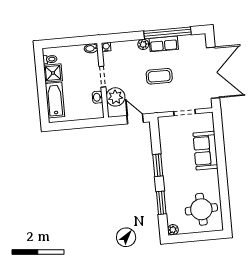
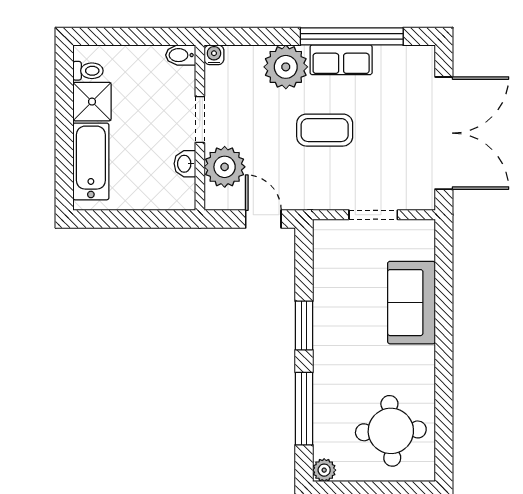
plant: (143, 44) -> (286, 67), width x1.88, depth x1.88
window: (161, 203) -> (304, 409), width x1.44

